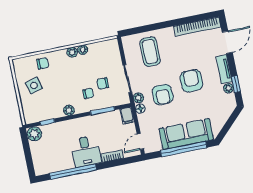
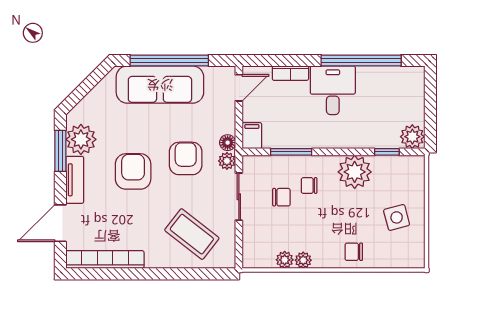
plant: (72, 52) -> (285, 260), moved
coffee table: (150, 52) -> (192, 234), turned -52
chair: (43, 63) -> (354, 252), moved
armchair: (191, 81) -> (133, 171), turned 180
window: (236, 84) -> (60, 151), width x1.50
plant: (229, 88) -> (81, 139), width x1.87, depth x1.87
plant: (69, 110) -> (355, 172), width x1.88, depth x1.88

